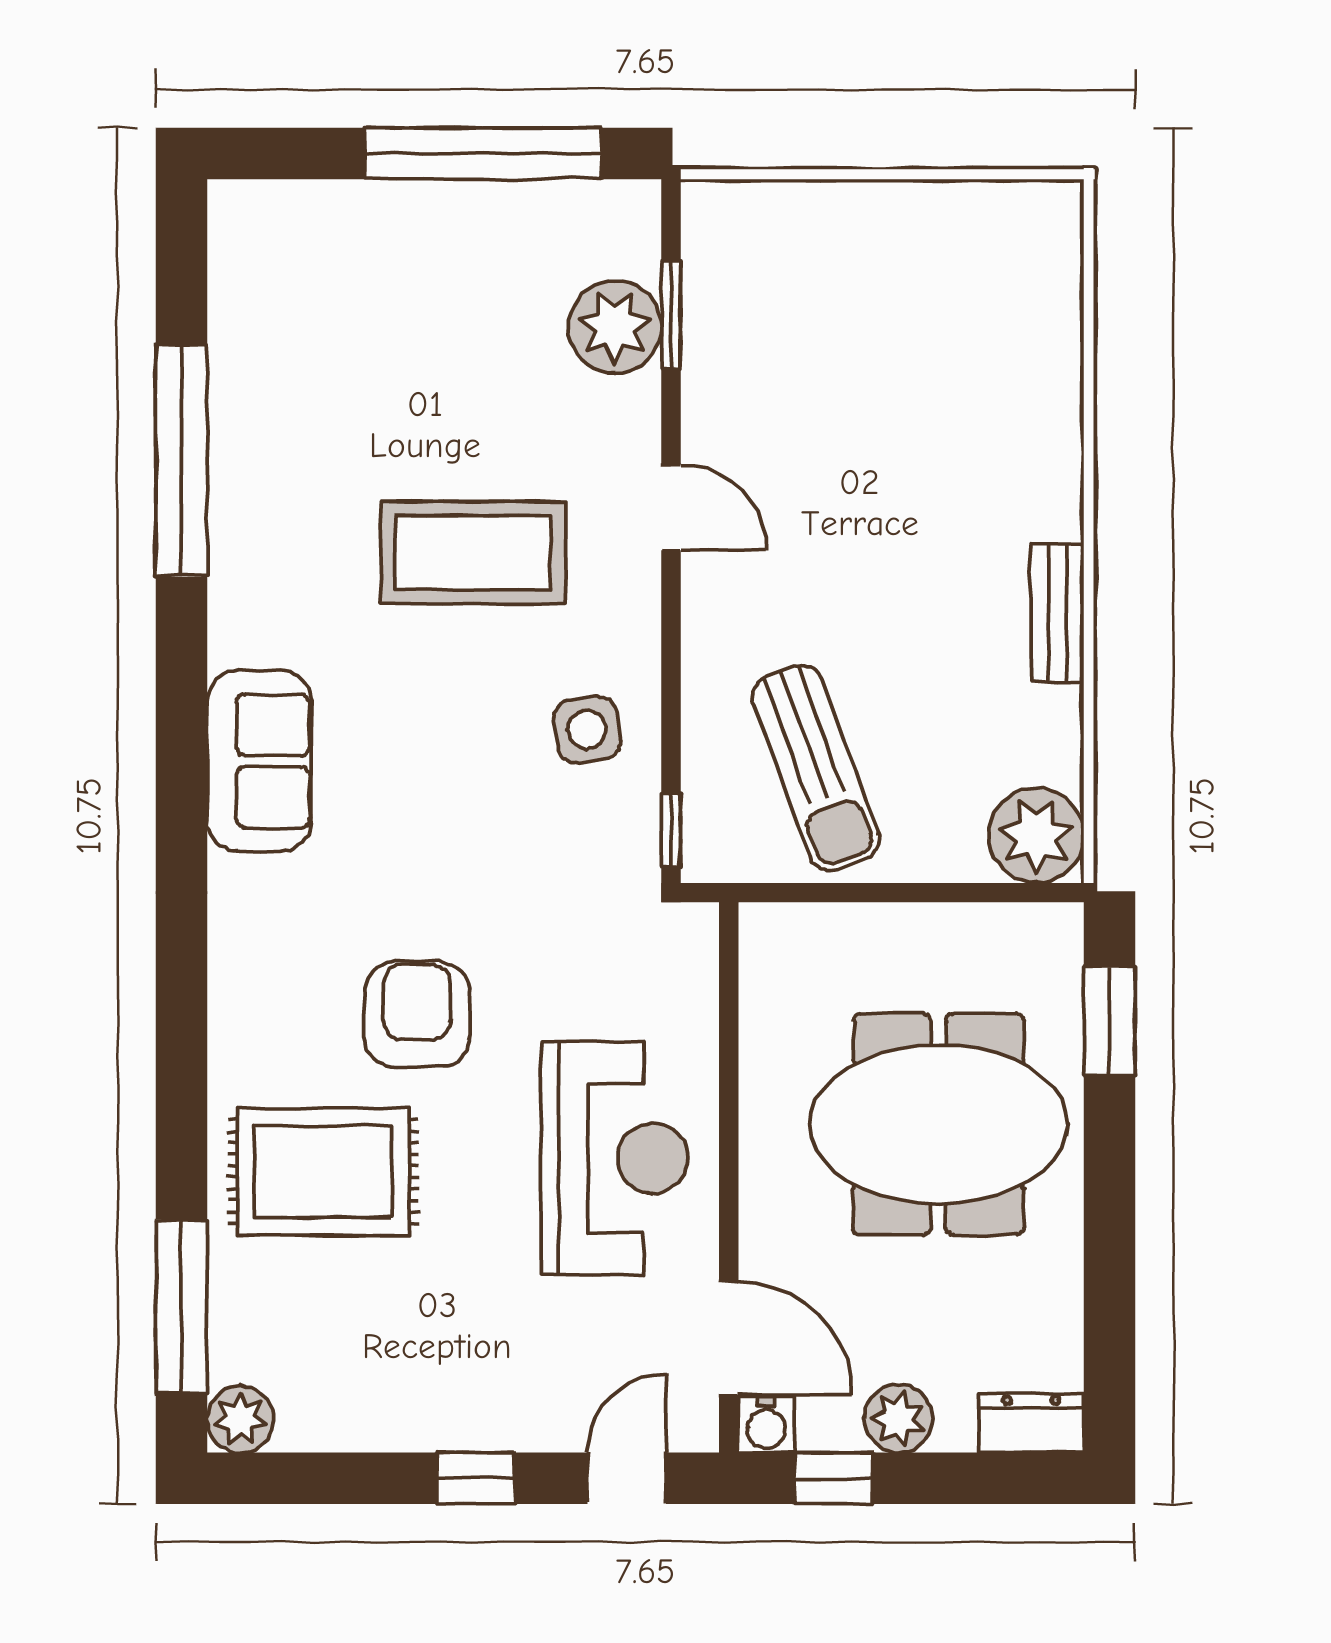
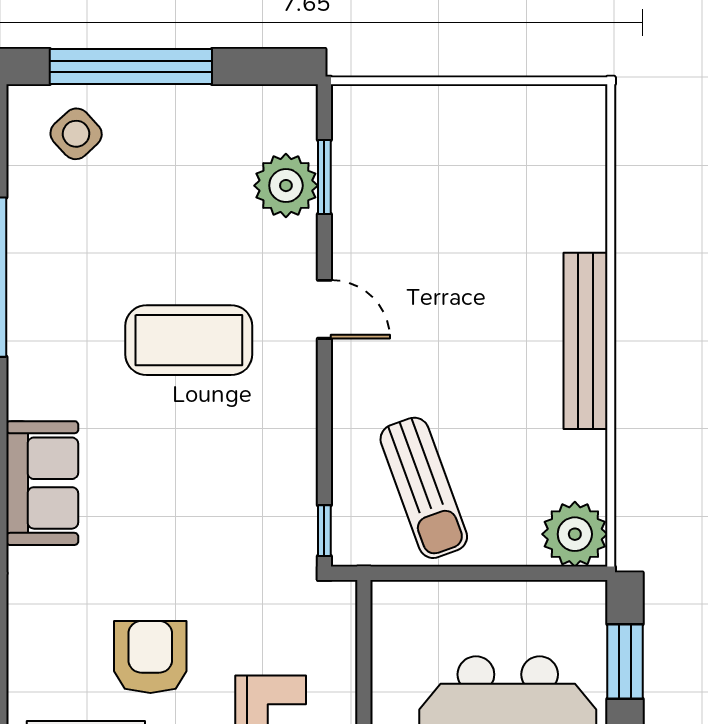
window: (483, 153) -> (131, 67), moved
bench: (1057, 613) -> (585, 341), width x1.86, depth x1.21
side table: (587, 730) -> (76, 134), moved, turned -34

